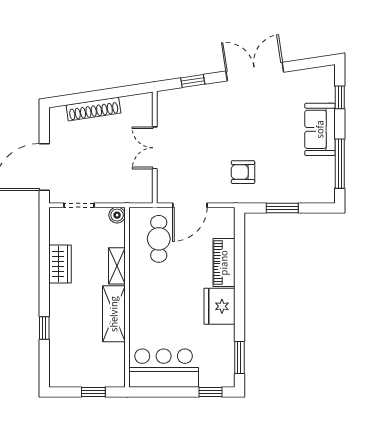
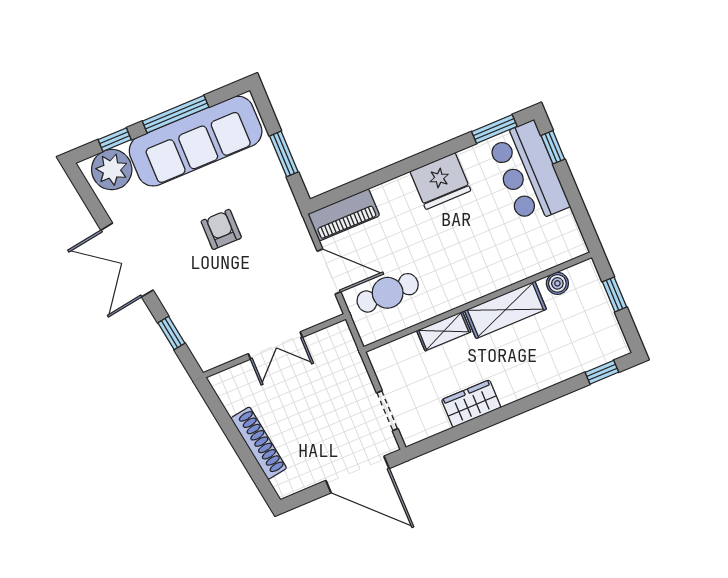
plant: (320, 87) -> (112, 170), added
sofa: (320, 129) -> (196, 141), width x1.85, depth x1.27
window: (340, 164) -> (176, 114), moved
armchair: (243, 172) -> (221, 229), moved, turned 180
boiler: (117, 215) -> (557, 283), moved
piano: (224, 263) -> (344, 215), moved
window: (44, 328) -> (602, 372), moved
bar counter: (164, 368) -> (528, 173), moved

